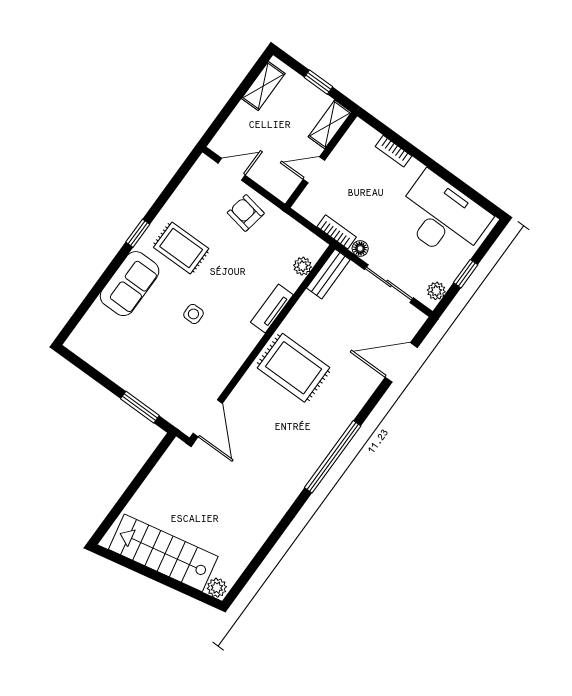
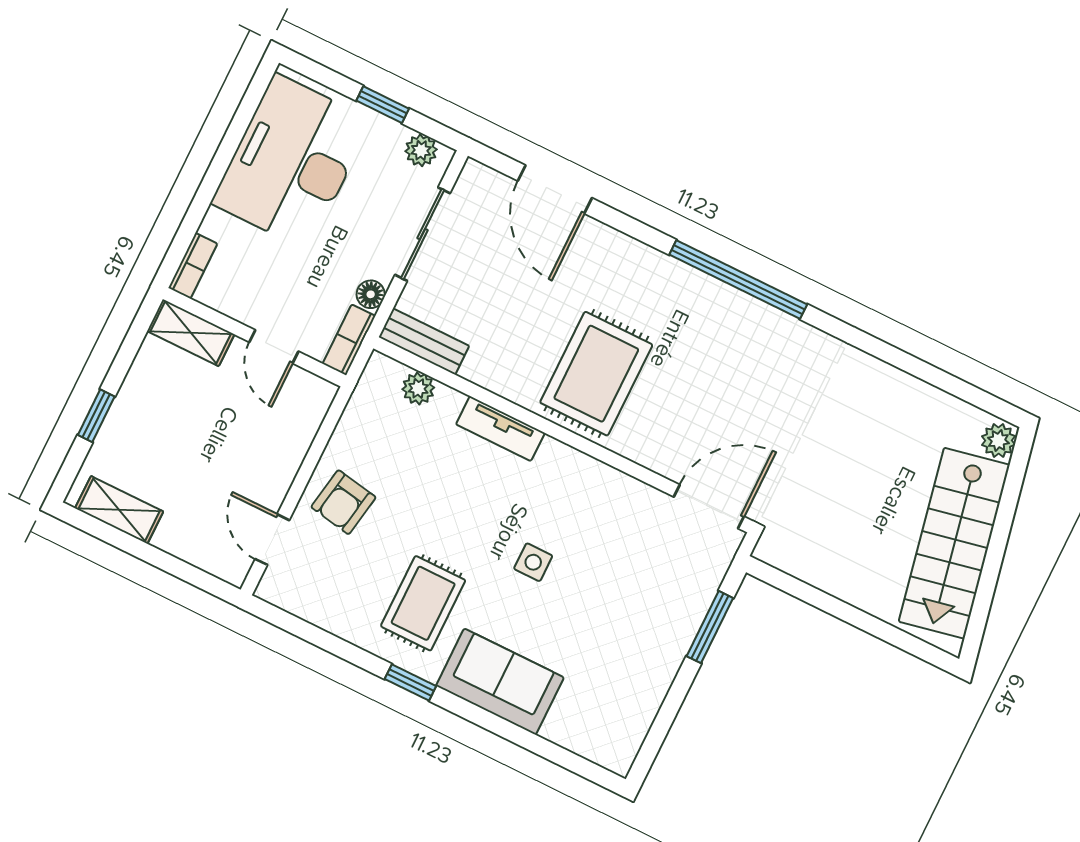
shelving: (330, 124) -> (191, 333), moved
wall: (321, 160) -> (254, 337), moved
door: (314, 170) -> (274, 347), moved

